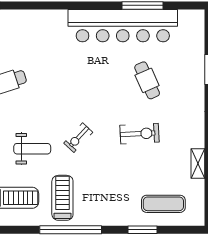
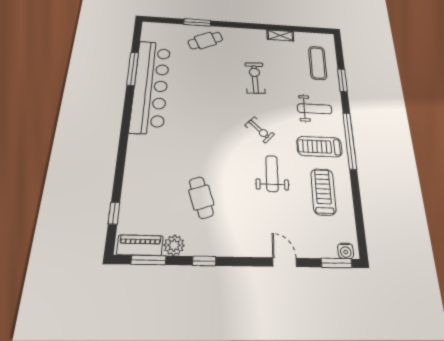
cafe table: (147, 80) -> (205, 41), moved
weight bench: (105, 196) -> (315, 109), added

